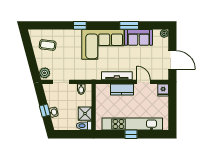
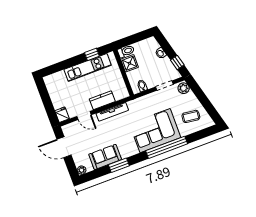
window: (80, 25) -> (167, 147), width x3.17
corner sofa: (103, 44) -> (155, 131), moved
window: (45, 110) -> (177, 62), moved
kitchen unit: (132, 124) -> (88, 67), width x0.73
window: (131, 134) -> (92, 54), moved

